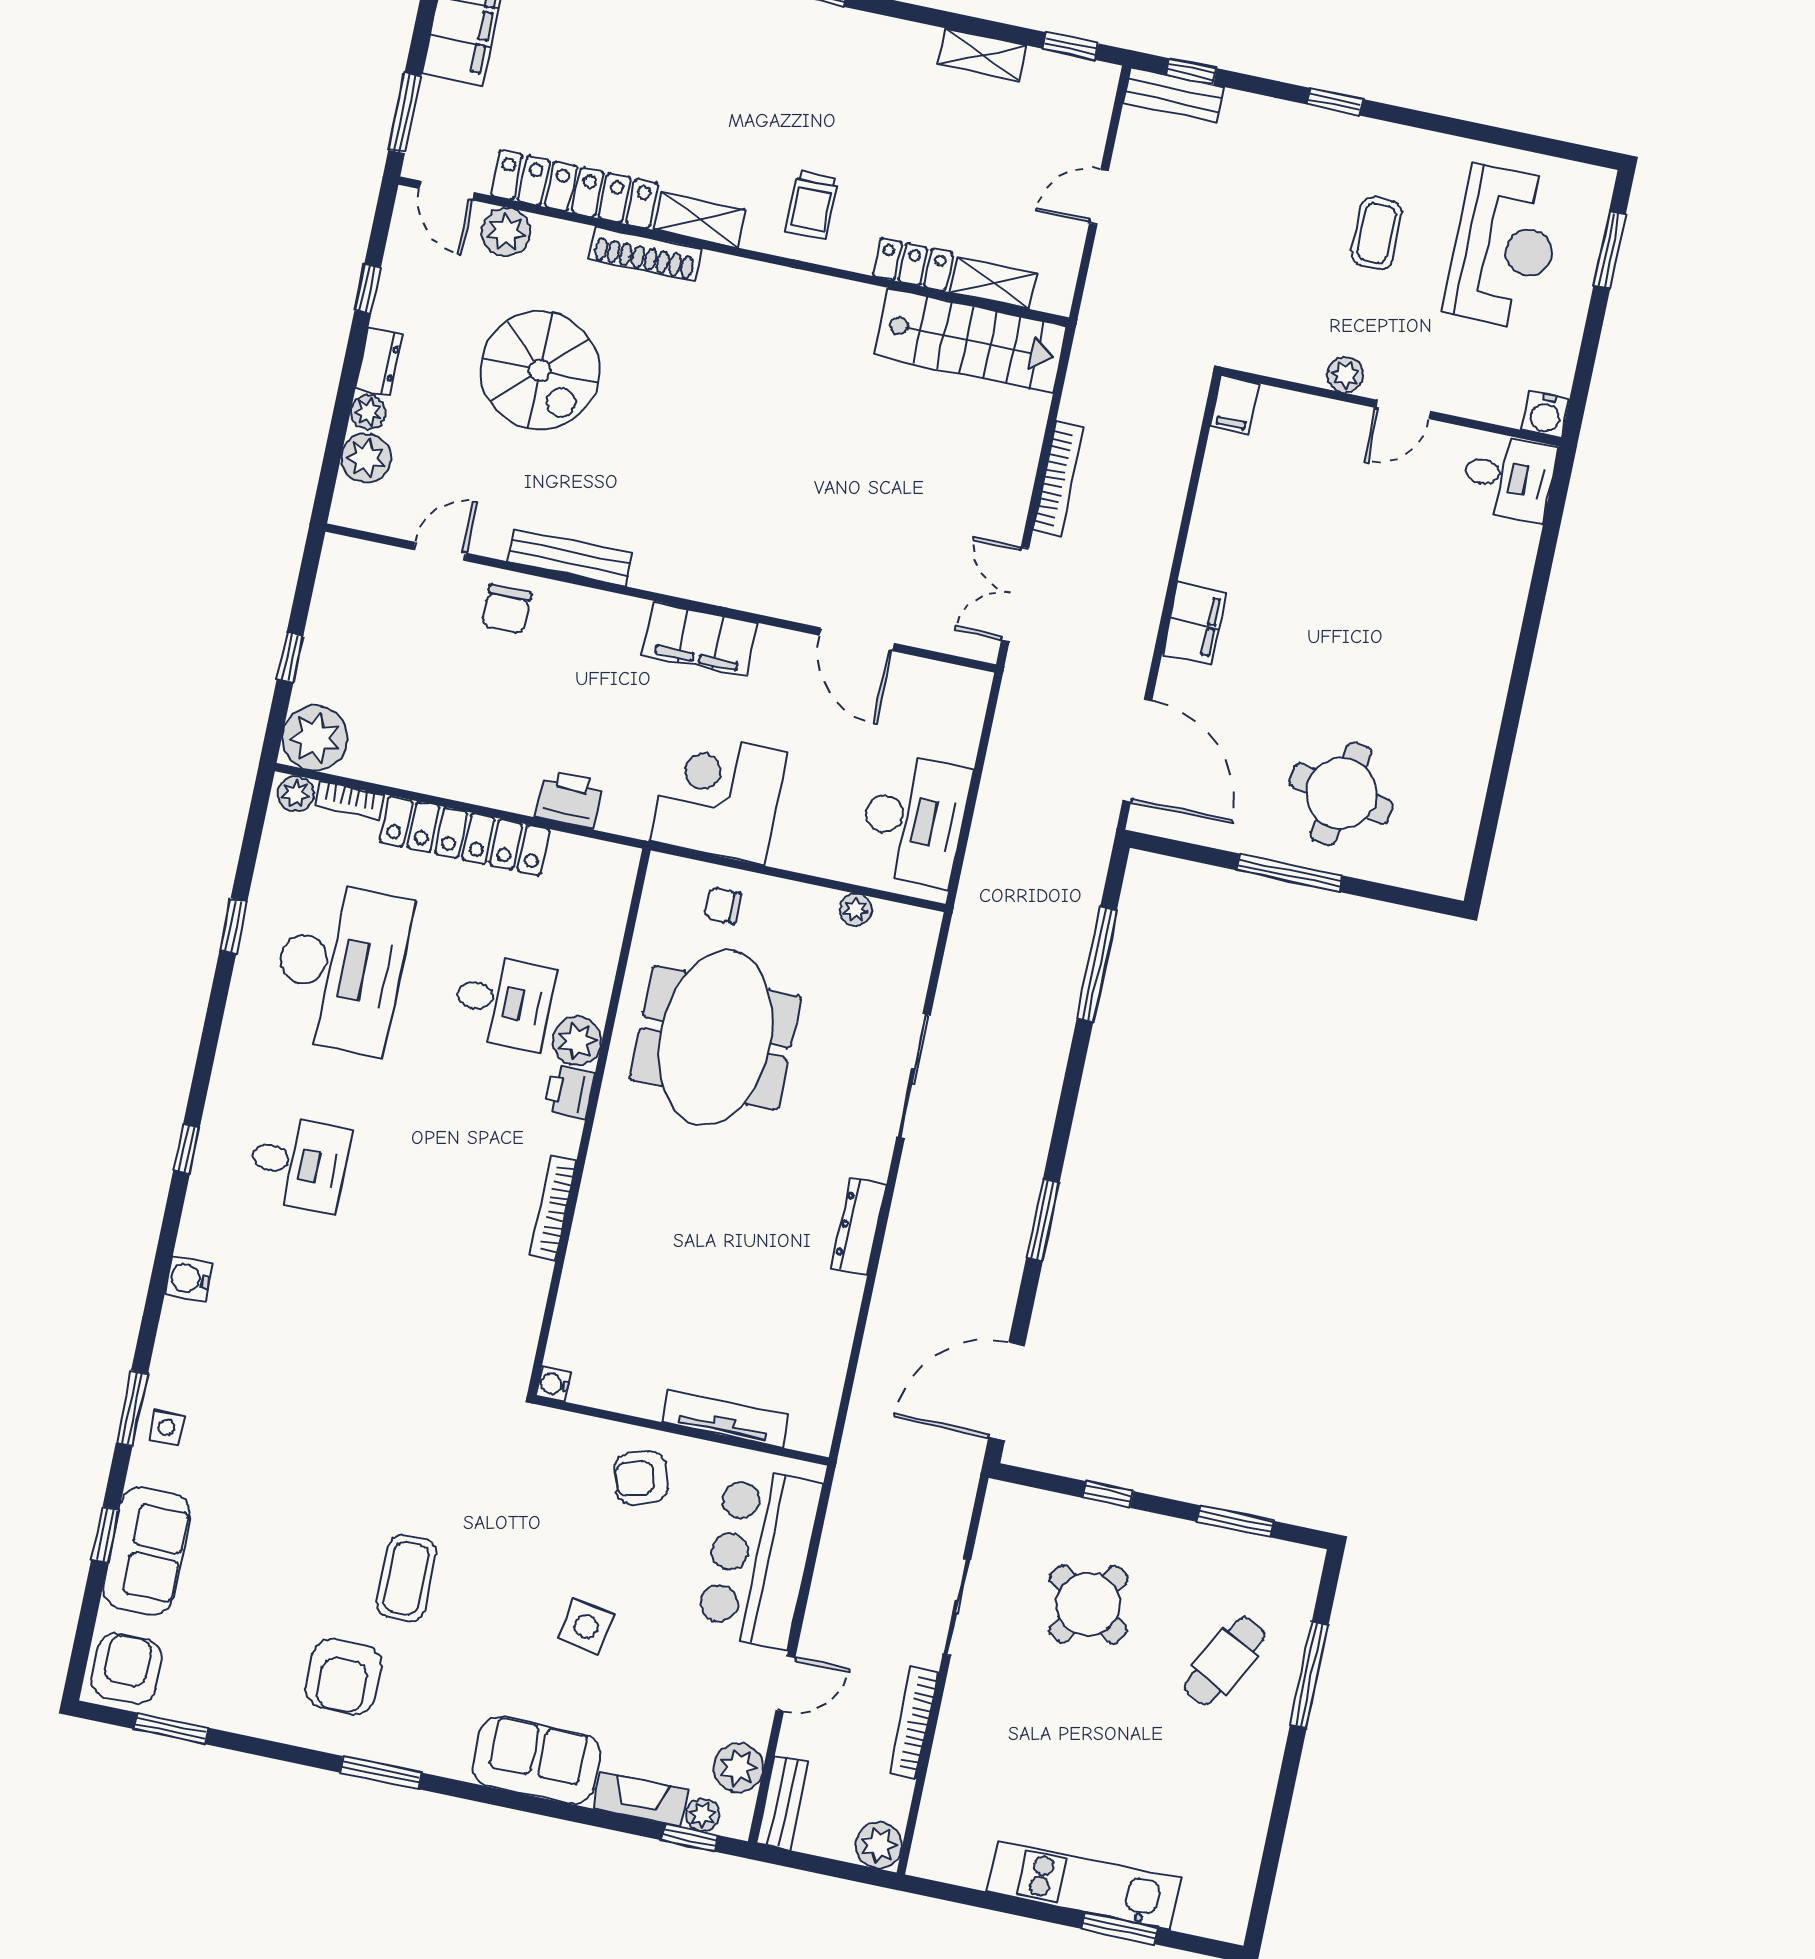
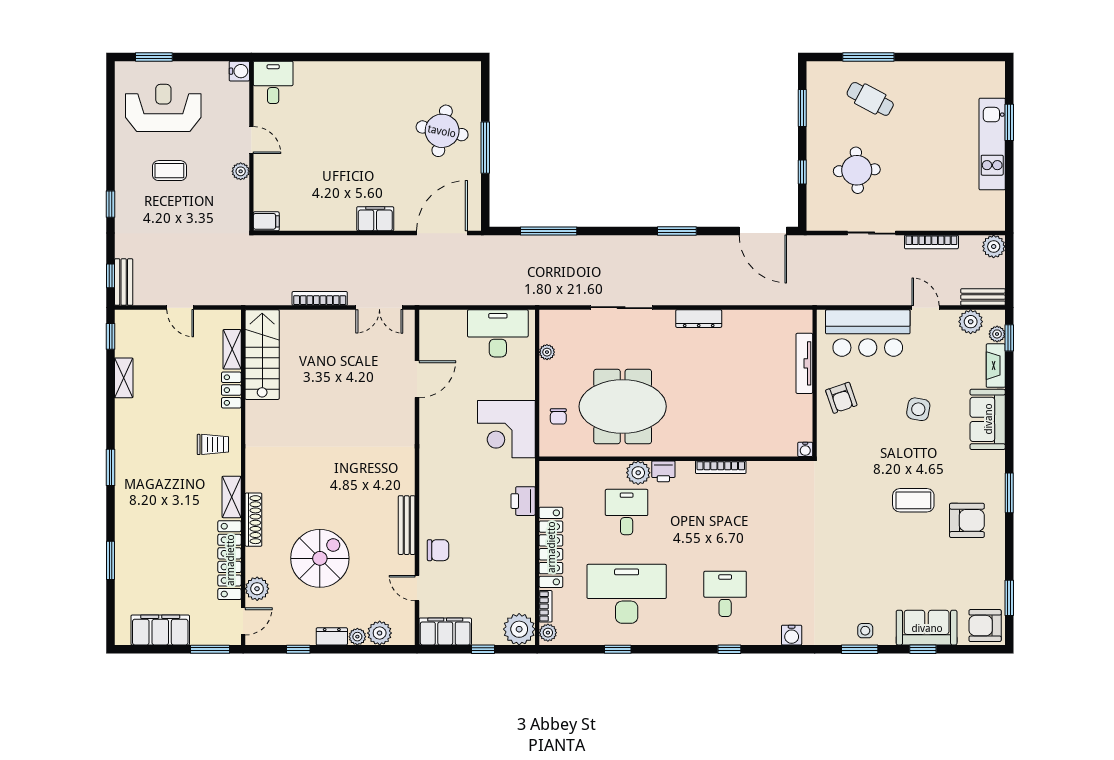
filing cabinet: (700, 639) -> (445, 632), moved, turned -90
round table: (1088, 1604) -> (857, 170), turned -37

